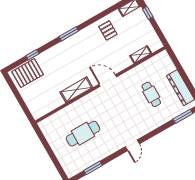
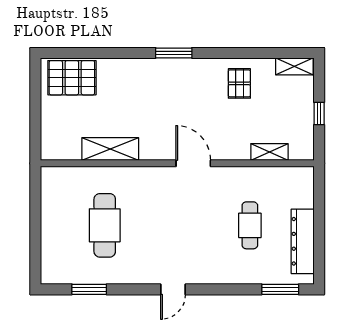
window: (148, 13) -> (319, 114), moved
window: (32, 55) -> (96, 53), removed
shelving: (76, 90) -> (110, 149), moved
cafe table: (83, 134) -> (105, 225), turned 90

